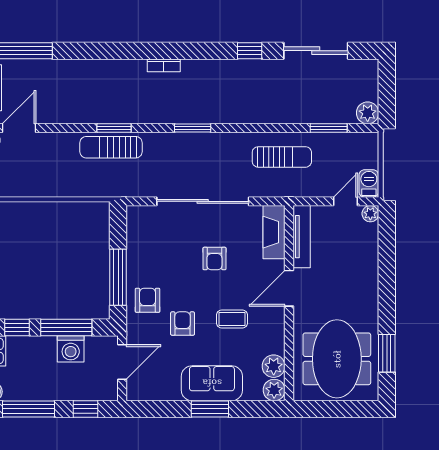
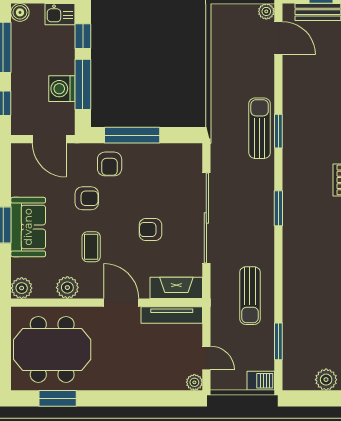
plant: (368, 113) -> (326, 380), moved
barbecue: (369, 183) -> (261, 381), moved
armchair: (148, 300) -> (110, 164), turned 90
plant: (274, 366) -> (67, 288), moved

